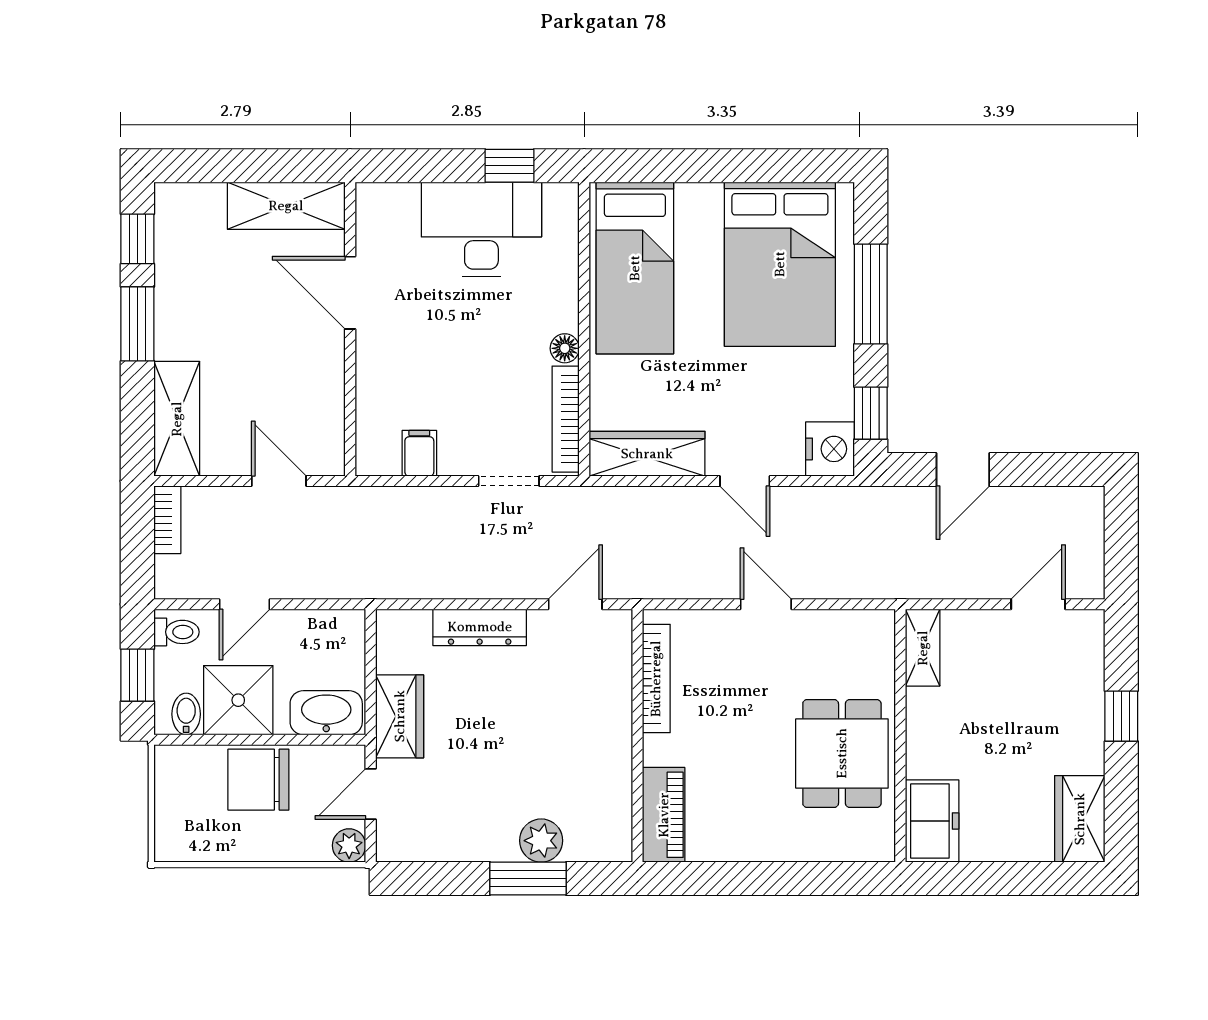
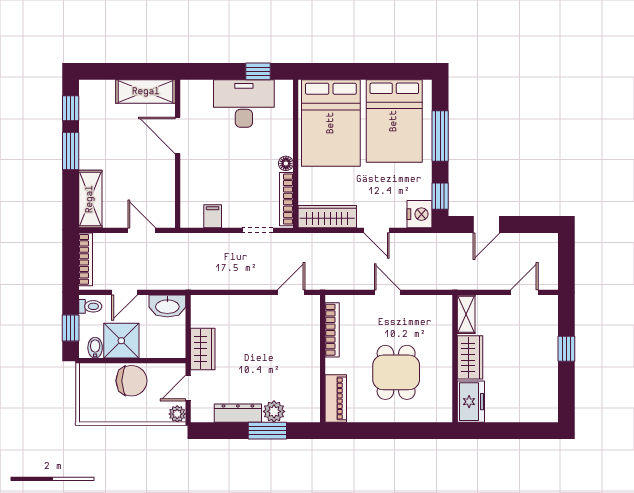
bed: (635, 268) -> (331, 123), width x1.50
bookcase: (167, 520) -> (86, 259), width x1.56
dresser: (480, 627) -> (238, 413), moved, turned 180
washbasin: (326, 713) -> (167, 306), moved, turned 180
dining table: (842, 753) -> (396, 372), moved
chair: (258, 780) -> (132, 381), turned 180
wardrobe: (1080, 819) -> (470, 357), moved, turned 180

